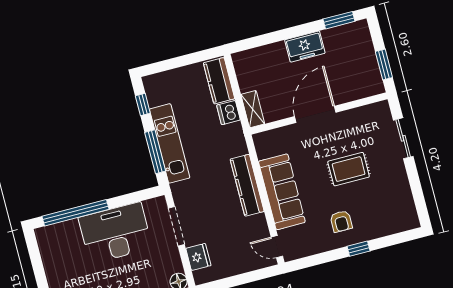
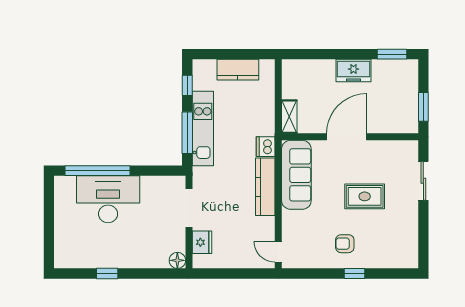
kitchen counter: (219, 81) -> (238, 70), moved, turned -90
dishwasher: (228, 113) -> (266, 147), moved
sofa: (282, 192) -> (296, 175), moved
armchair: (341, 221) -> (345, 244), turned 90
desk: (115, 233) -> (108, 199), moved

